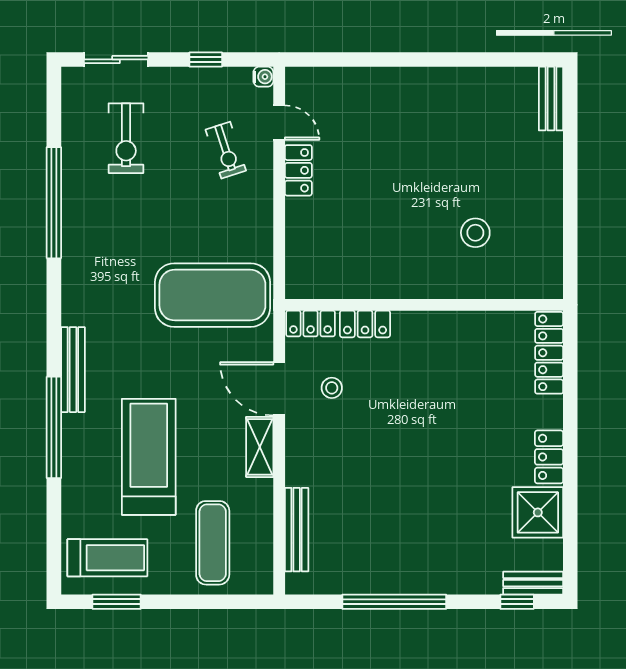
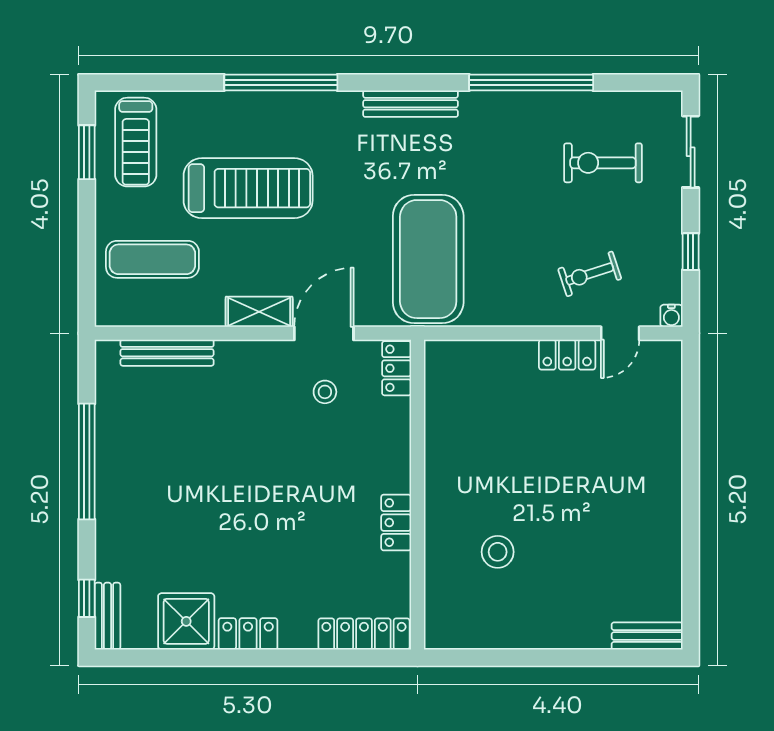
locker: (365, 324) -> (396, 523), moved
bench: (73, 370) -> (411, 104), moved

